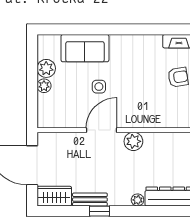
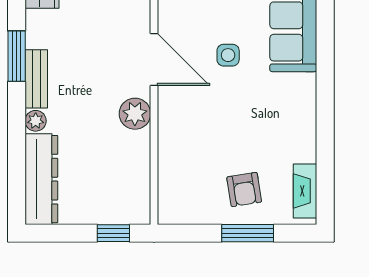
bench: (90, 200) -> (36, 79), moved
window: (100, 211) -> (17, 56), width x1.50

